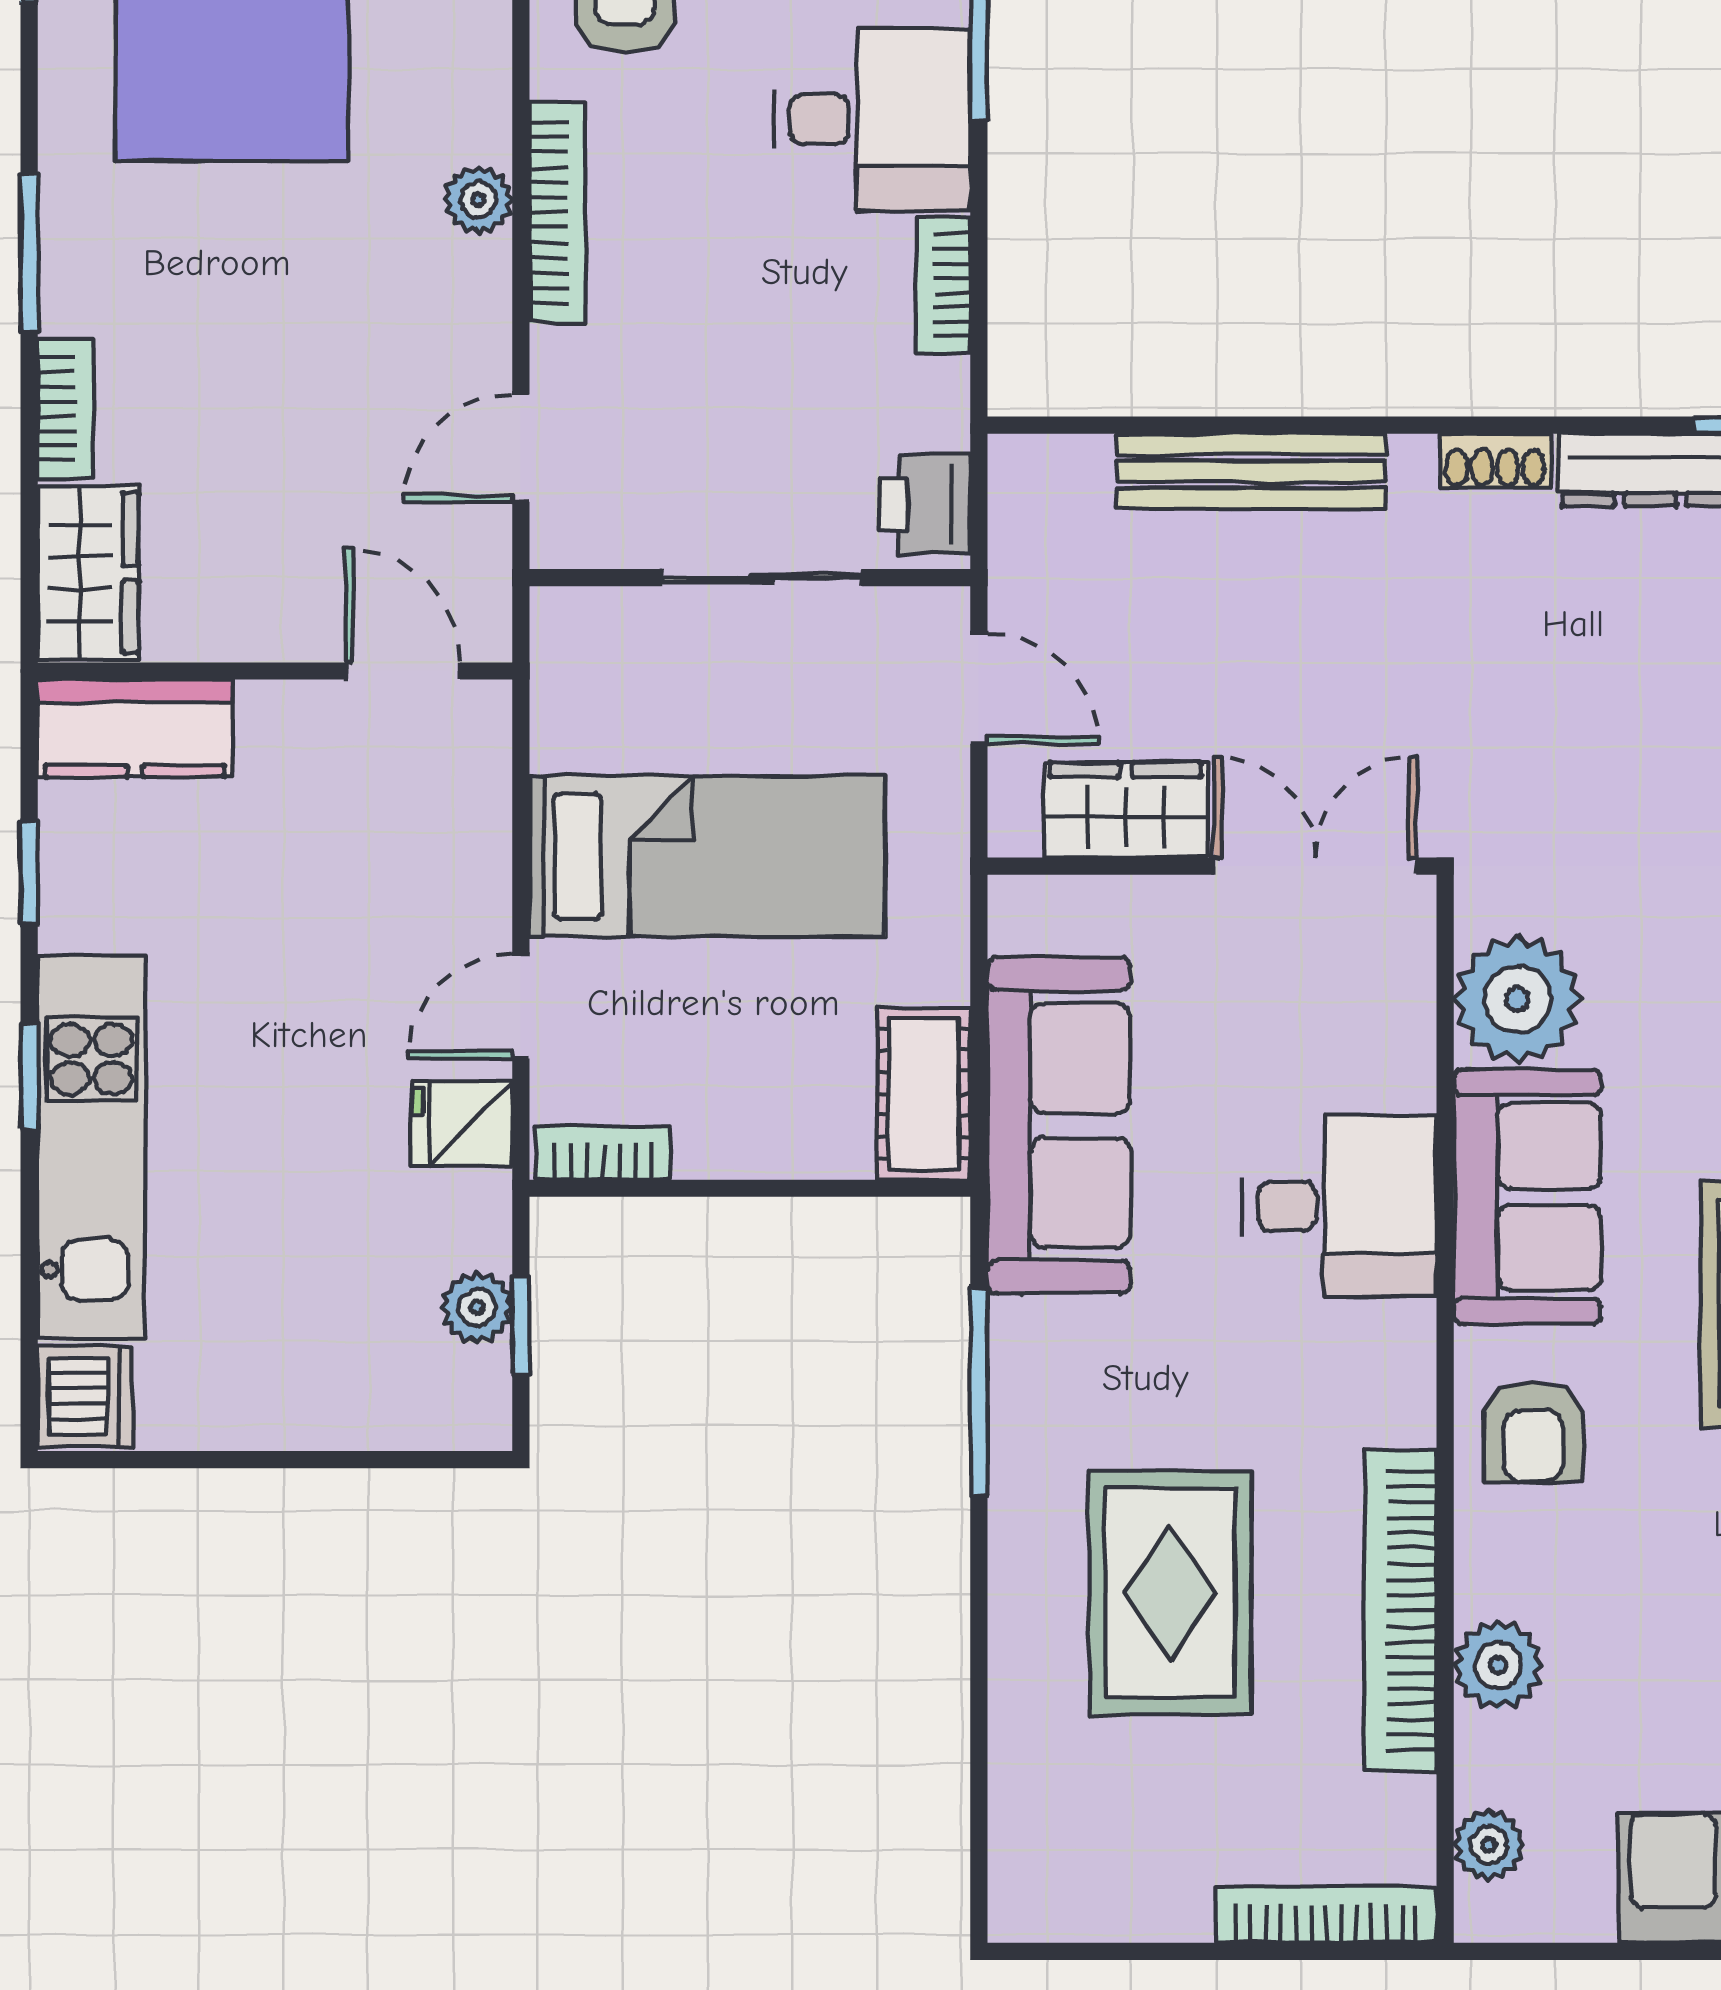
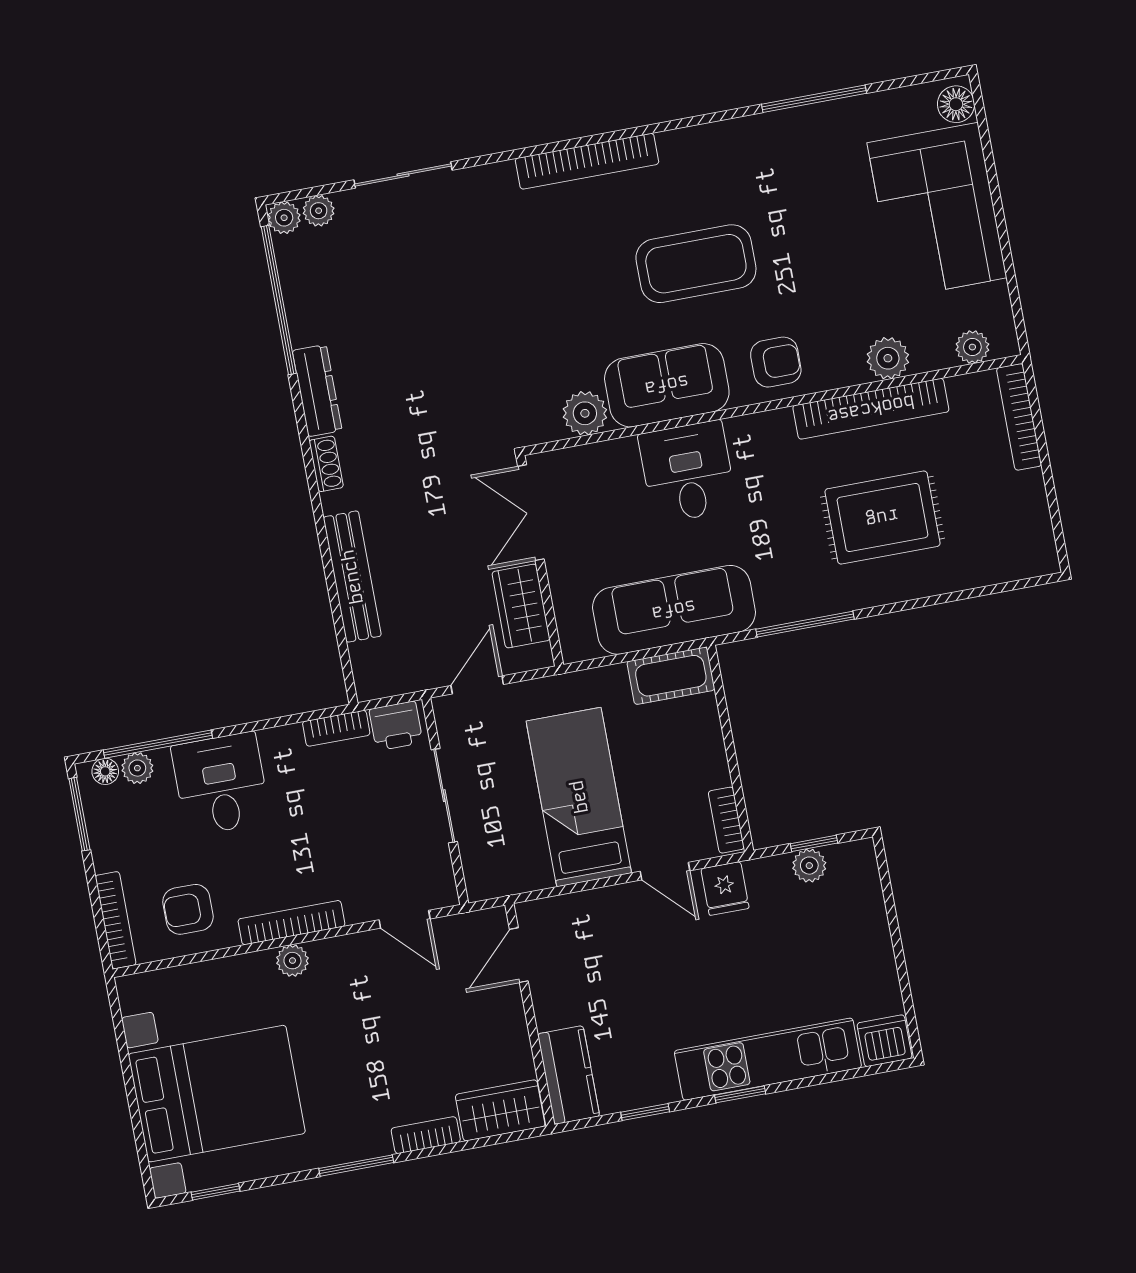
bookcase: (943, 285) -> (336, 728), moved
plant: (1517, 999) -> (585, 413), width x0.73, depth x0.73

